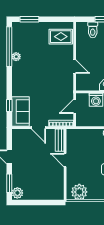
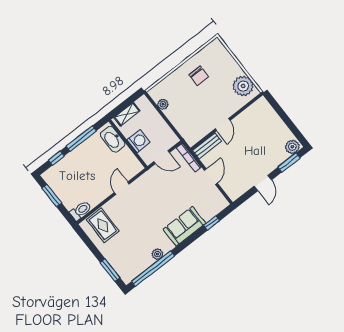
toilet: (93, 30) -> (81, 211), moved
sofa: (21, 112) -> (184, 226), moved

